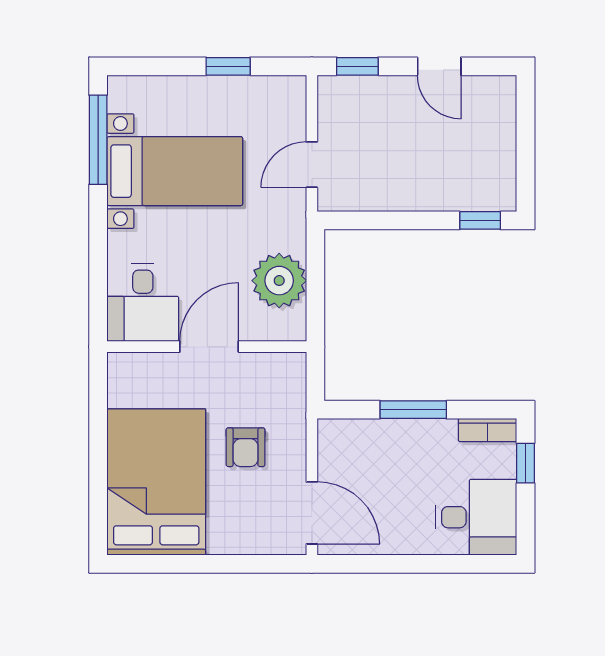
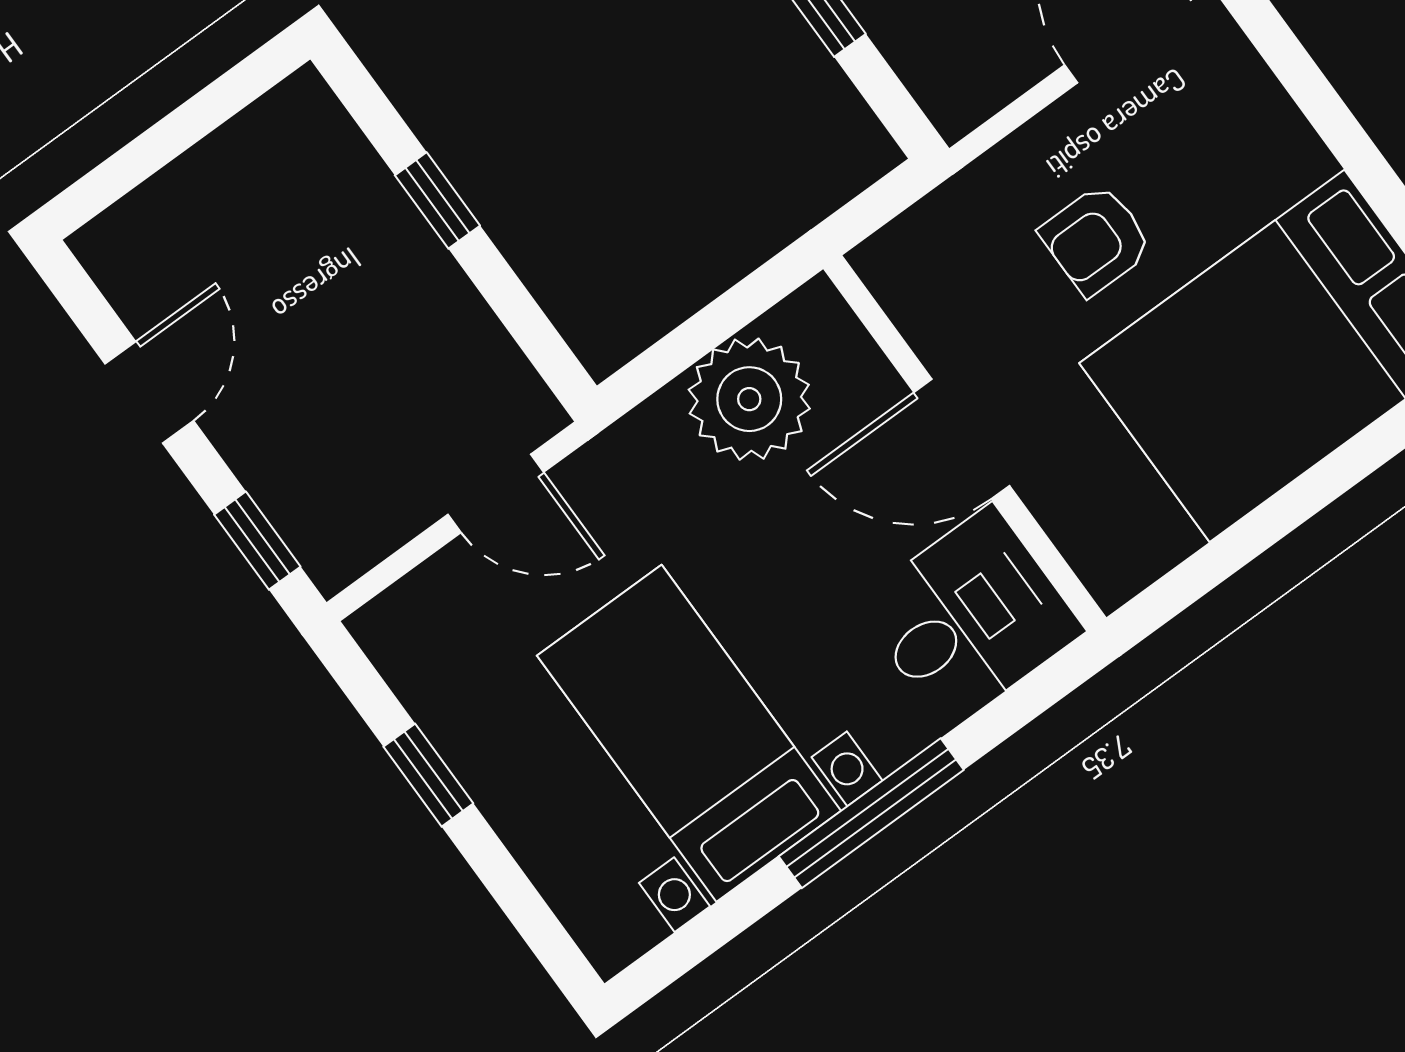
window: (98, 140) -> (871, 813), moved
window: (480, 220) -> (437, 200), moved
armchair: (246, 447) -> (1096, 240), turned 180

